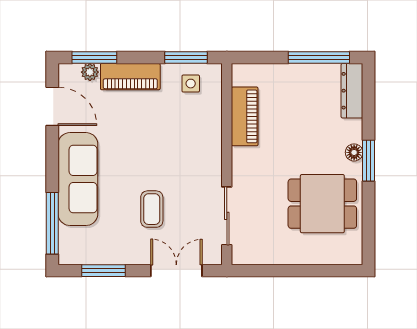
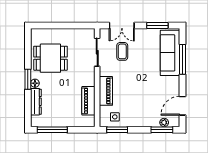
piano: (130, 77) -> (106, 91), moved, turned 90
dresser: (352, 91) -> (36, 102), moved
door: (52, 106) -> (182, 106), hinge flipped
sofa: (78, 179) -> (170, 53), moved
coffee table: (152, 209) -> (122, 51), moved
window: (52, 223) -> (182, 59), moved

